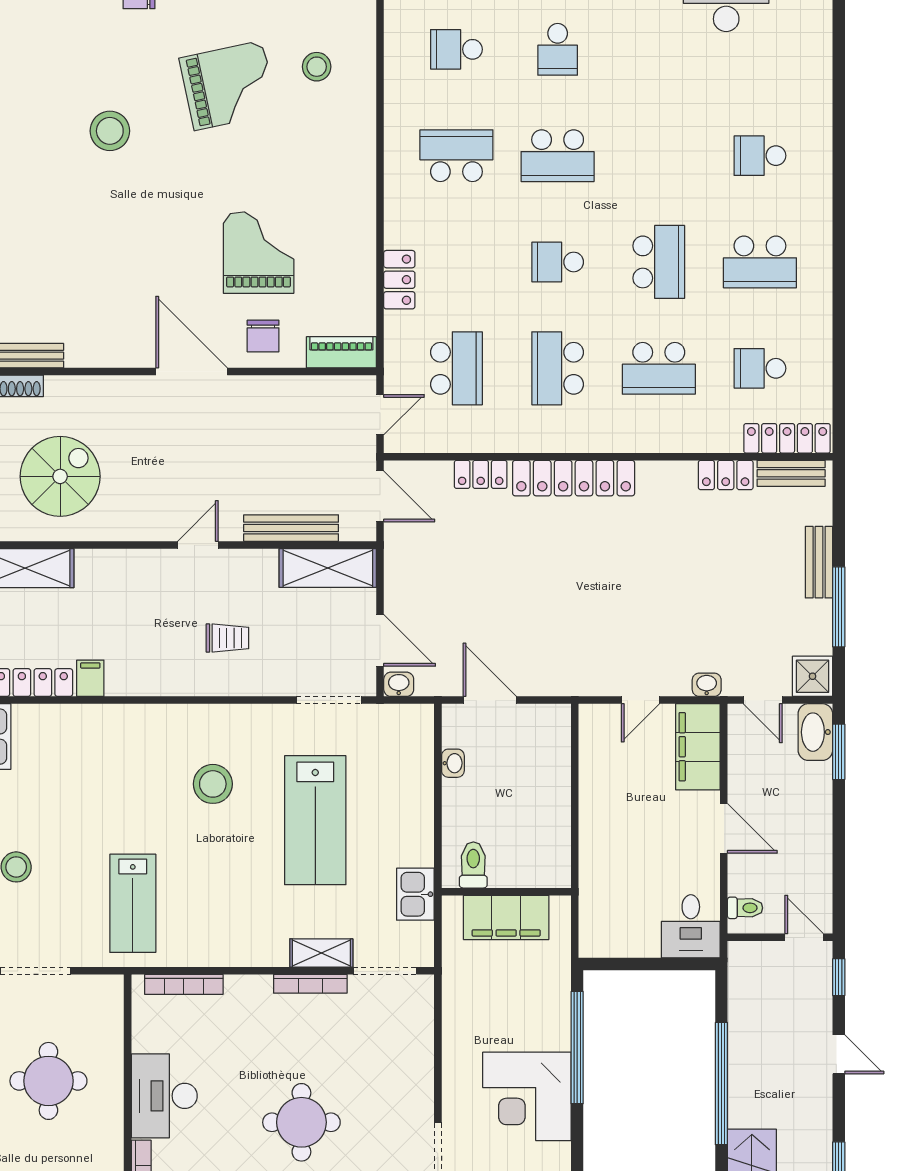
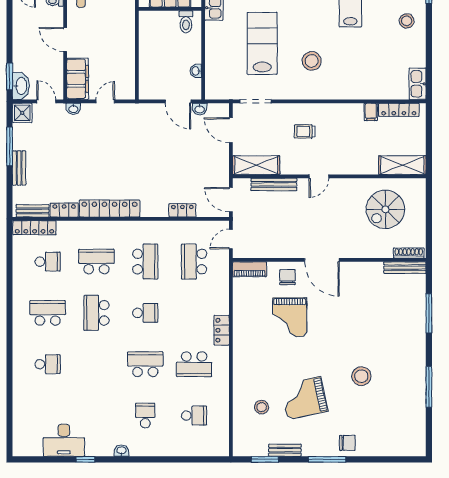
locker: (399, 280) -> (222, 330), moved
locker: (574, 478) -> (110, 209), moved
washbasin: (399, 684) -> (200, 109), moved

